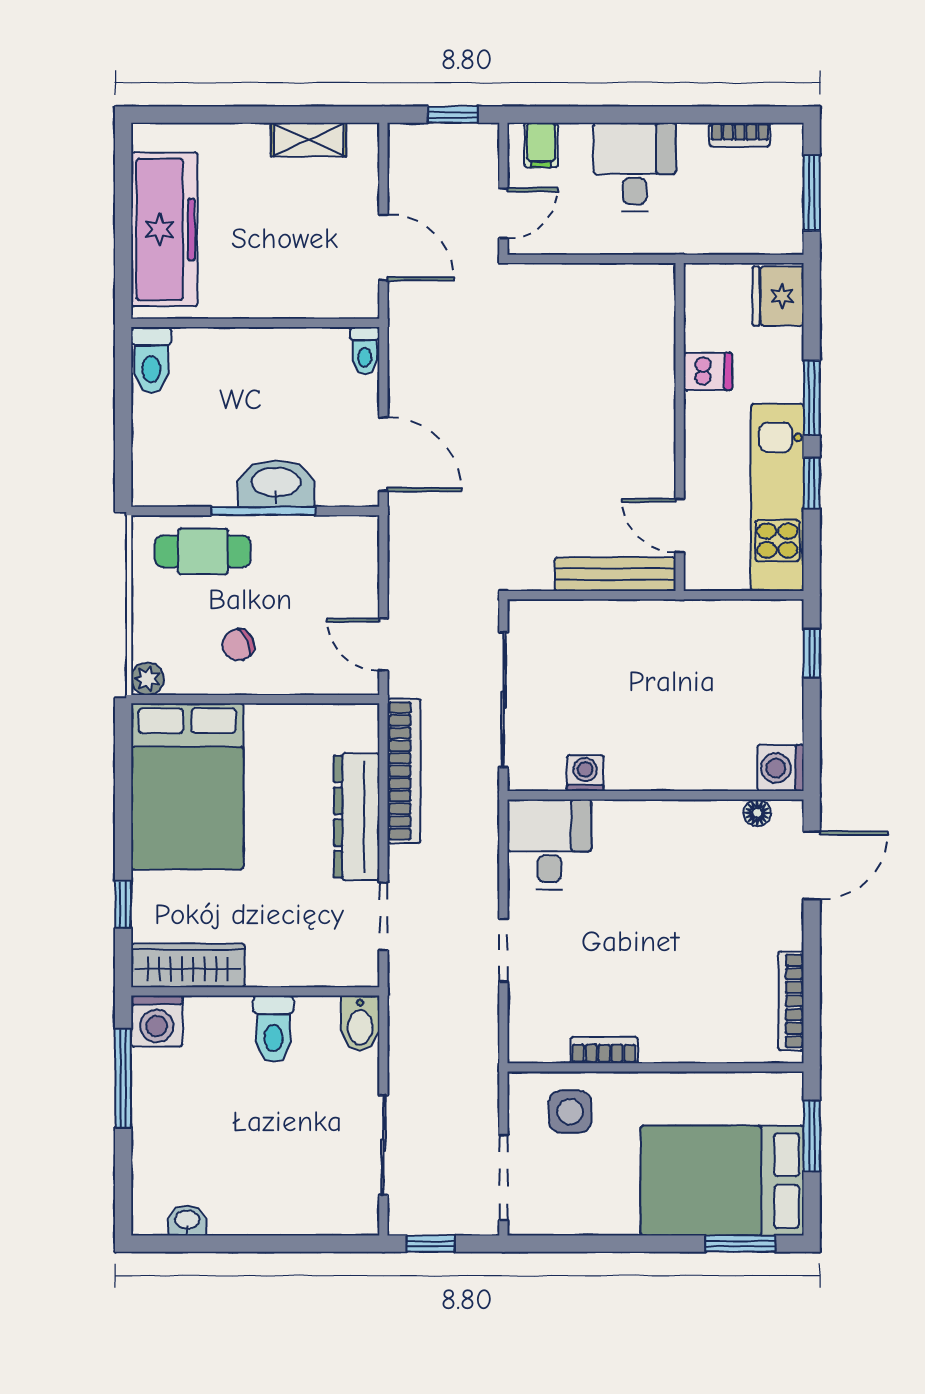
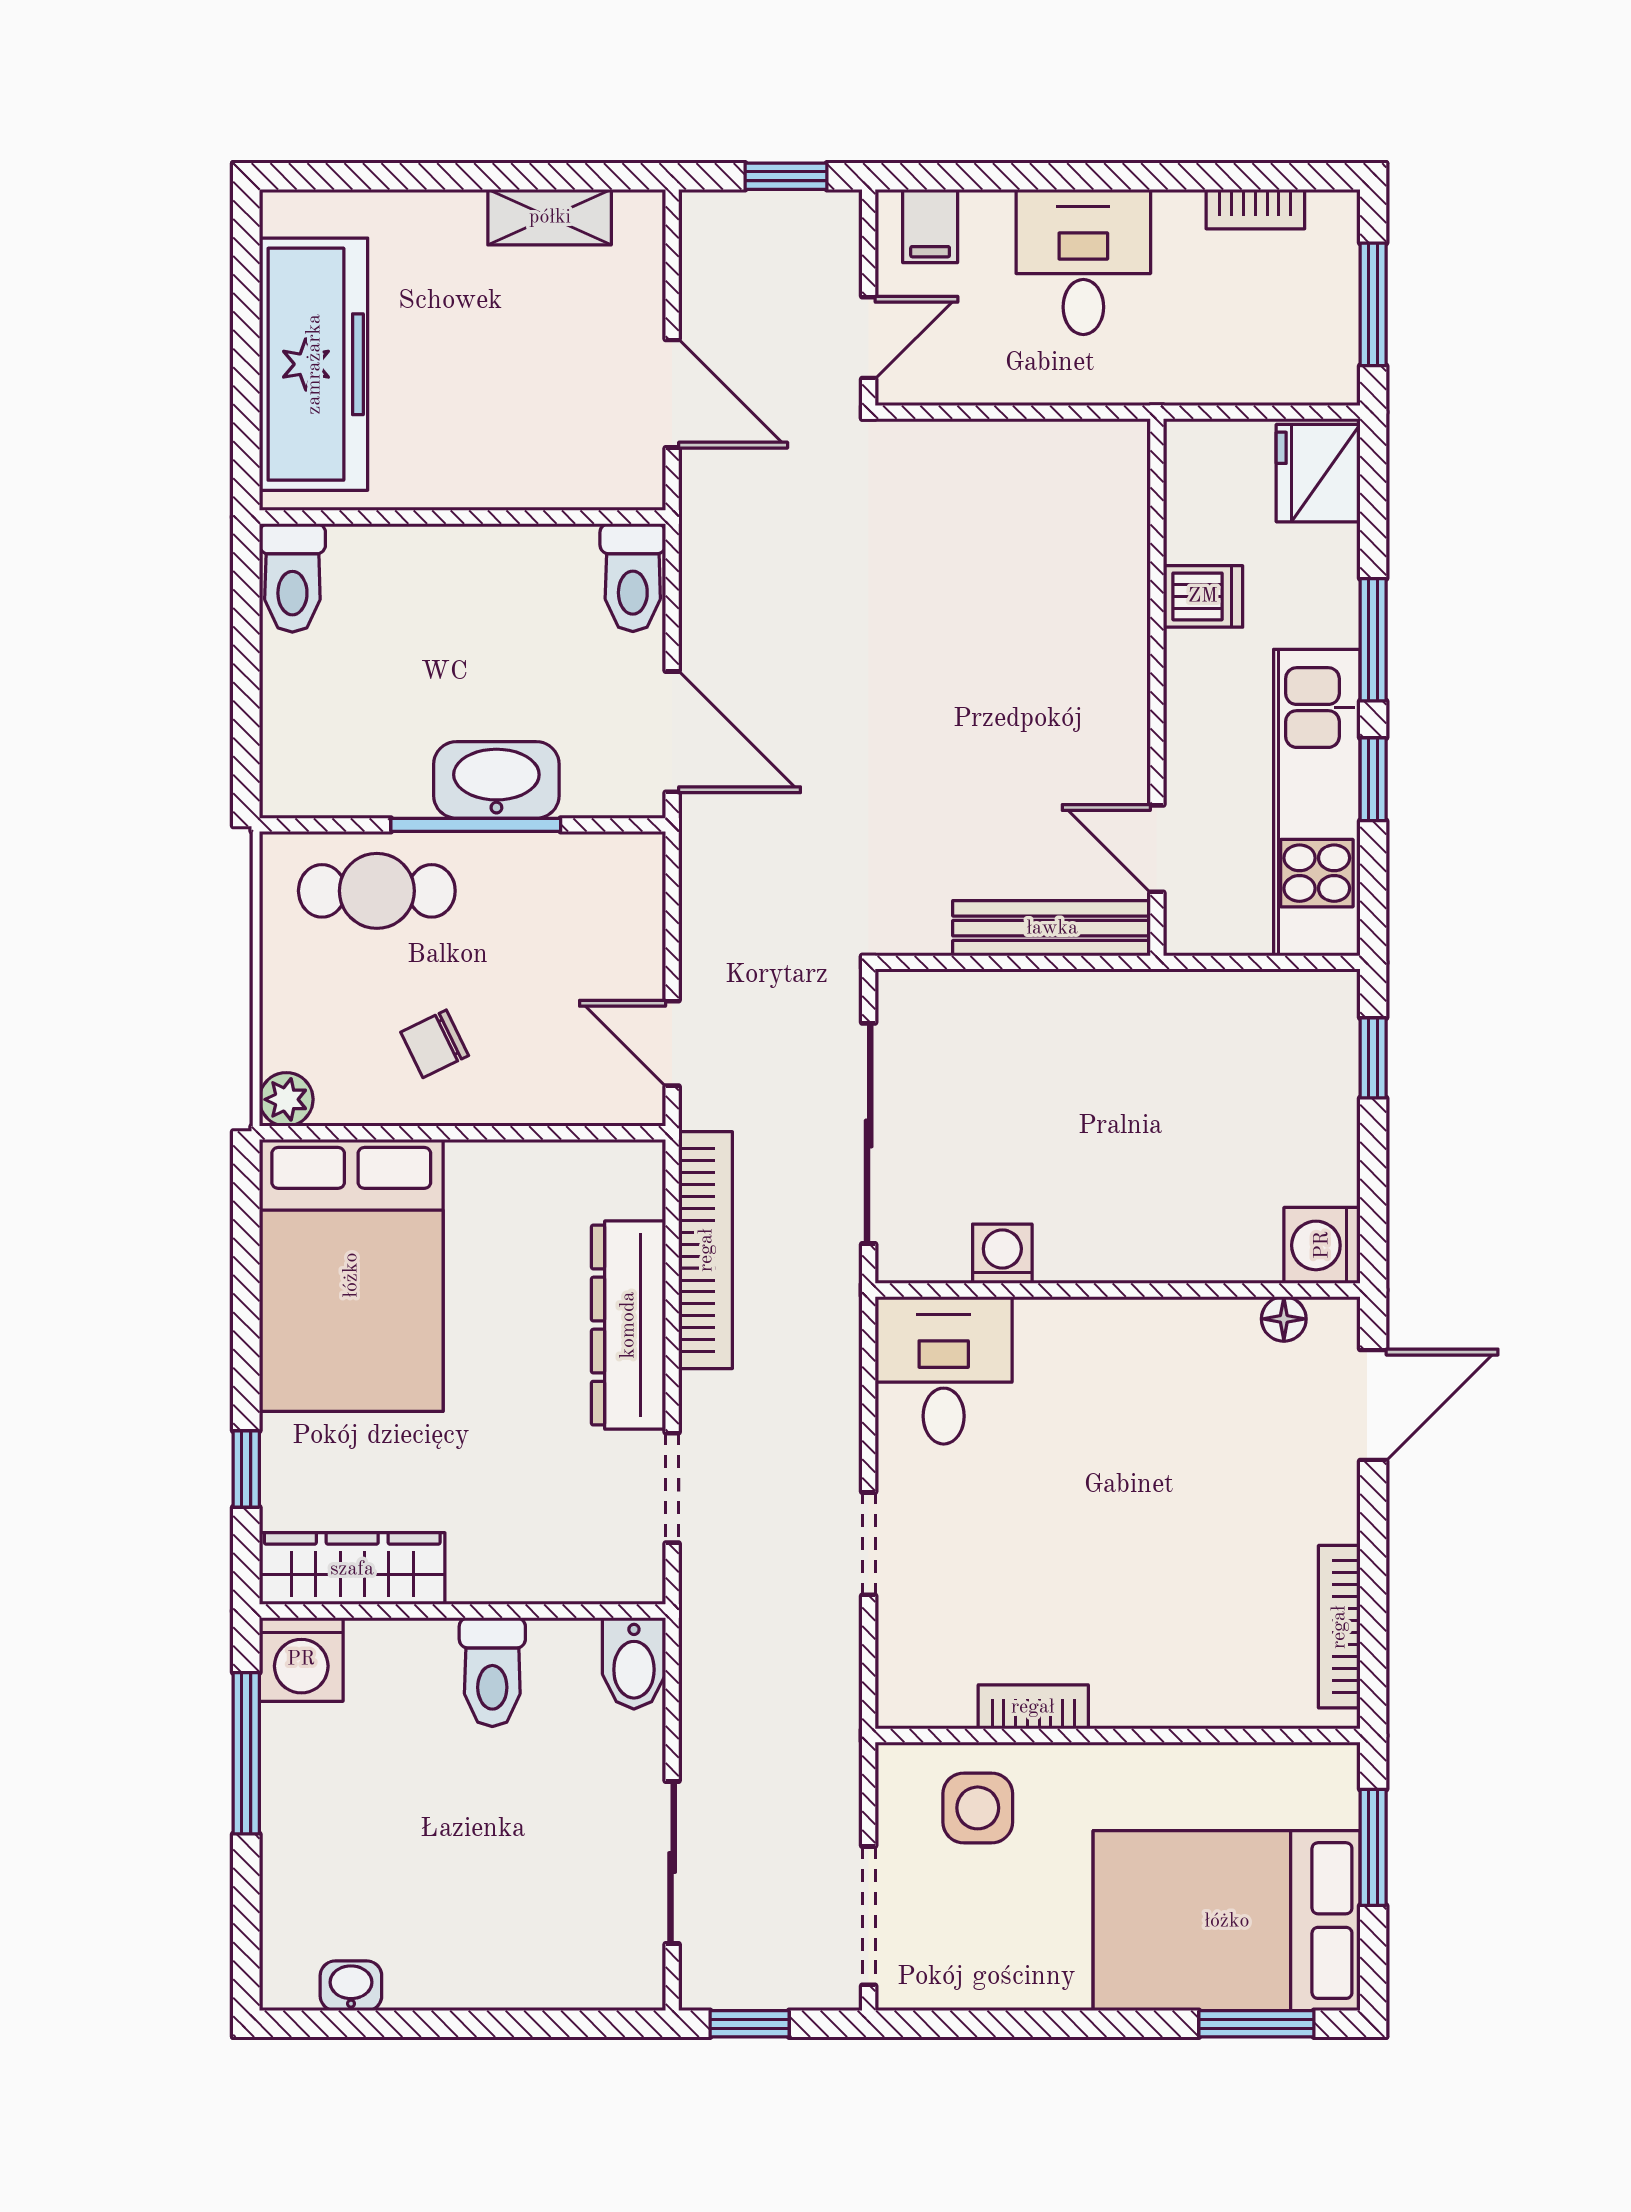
toilet: (365, 351) -> (633, 578), width x1.37, depth x1.39

